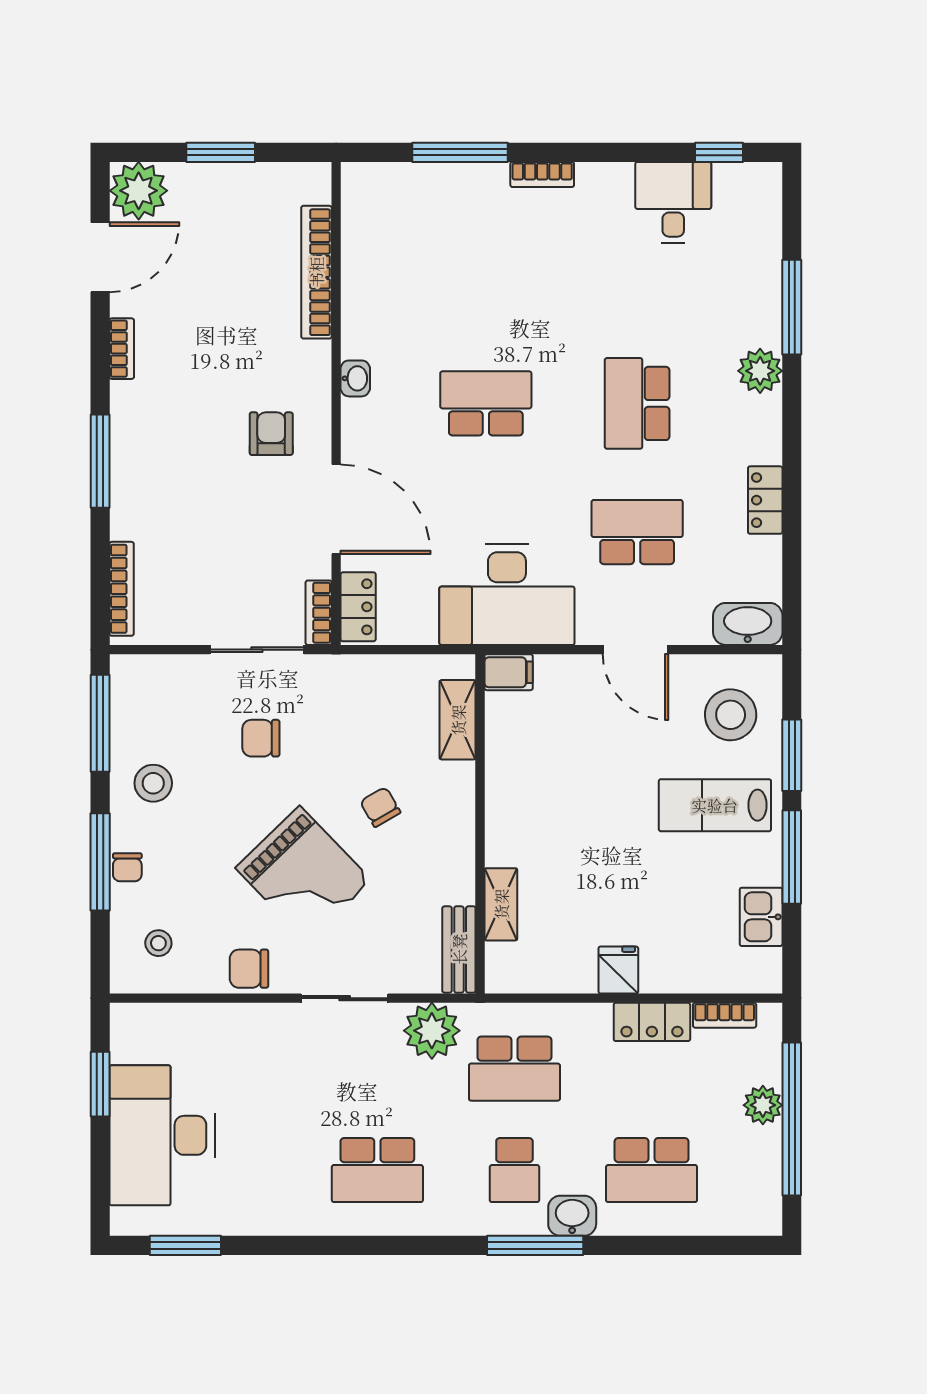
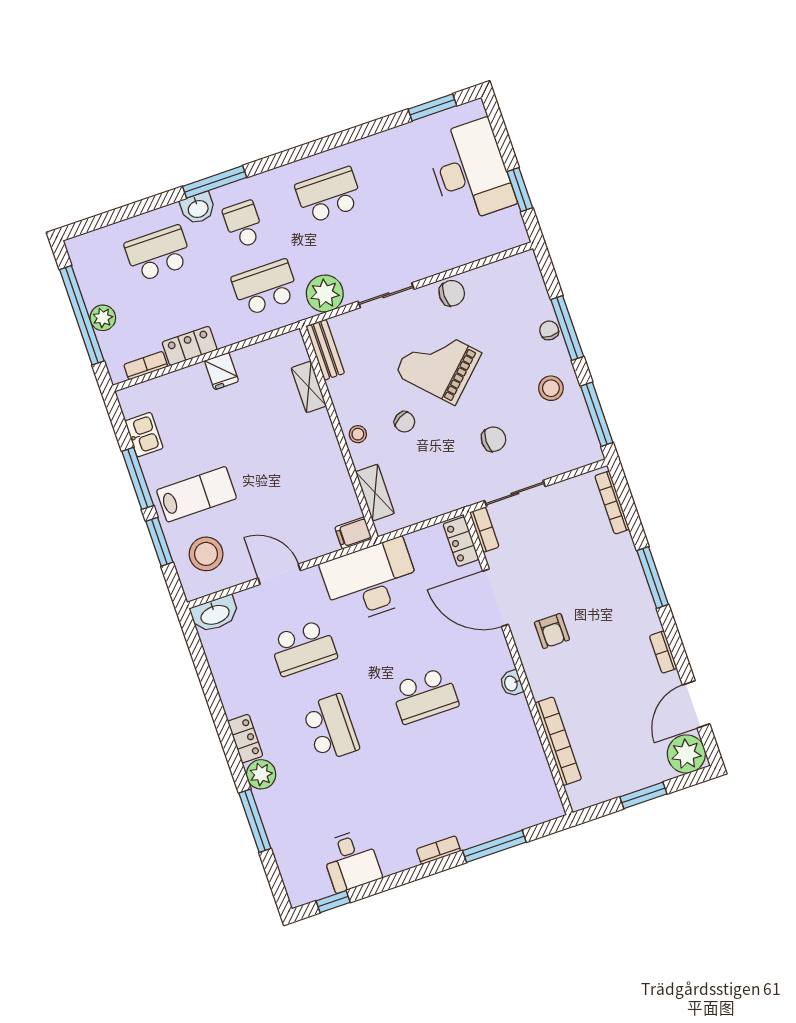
locker: (765, 500) -> (245, 739), moved
stool: (158, 943) -> (358, 434), moved

